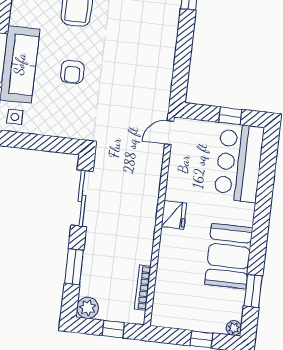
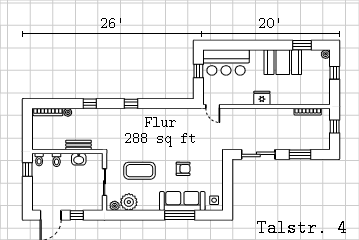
plant: (88, 308) -> (324, 143), removed

